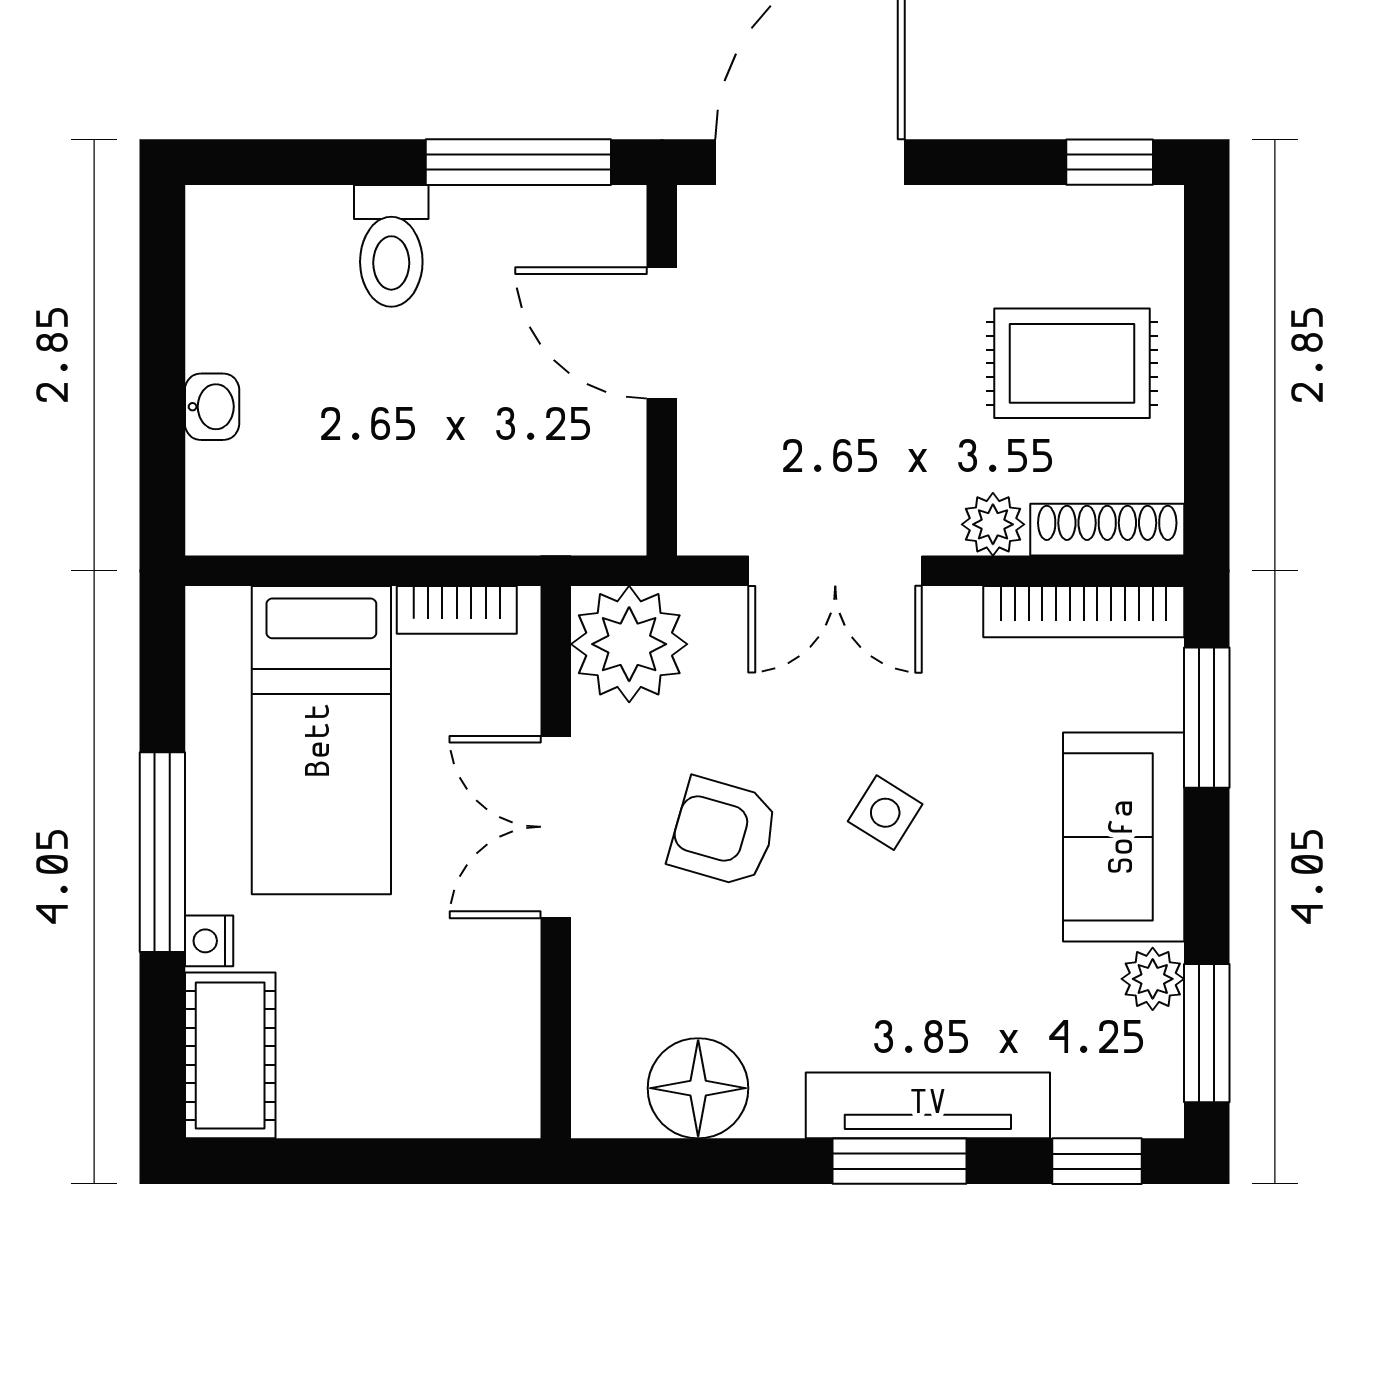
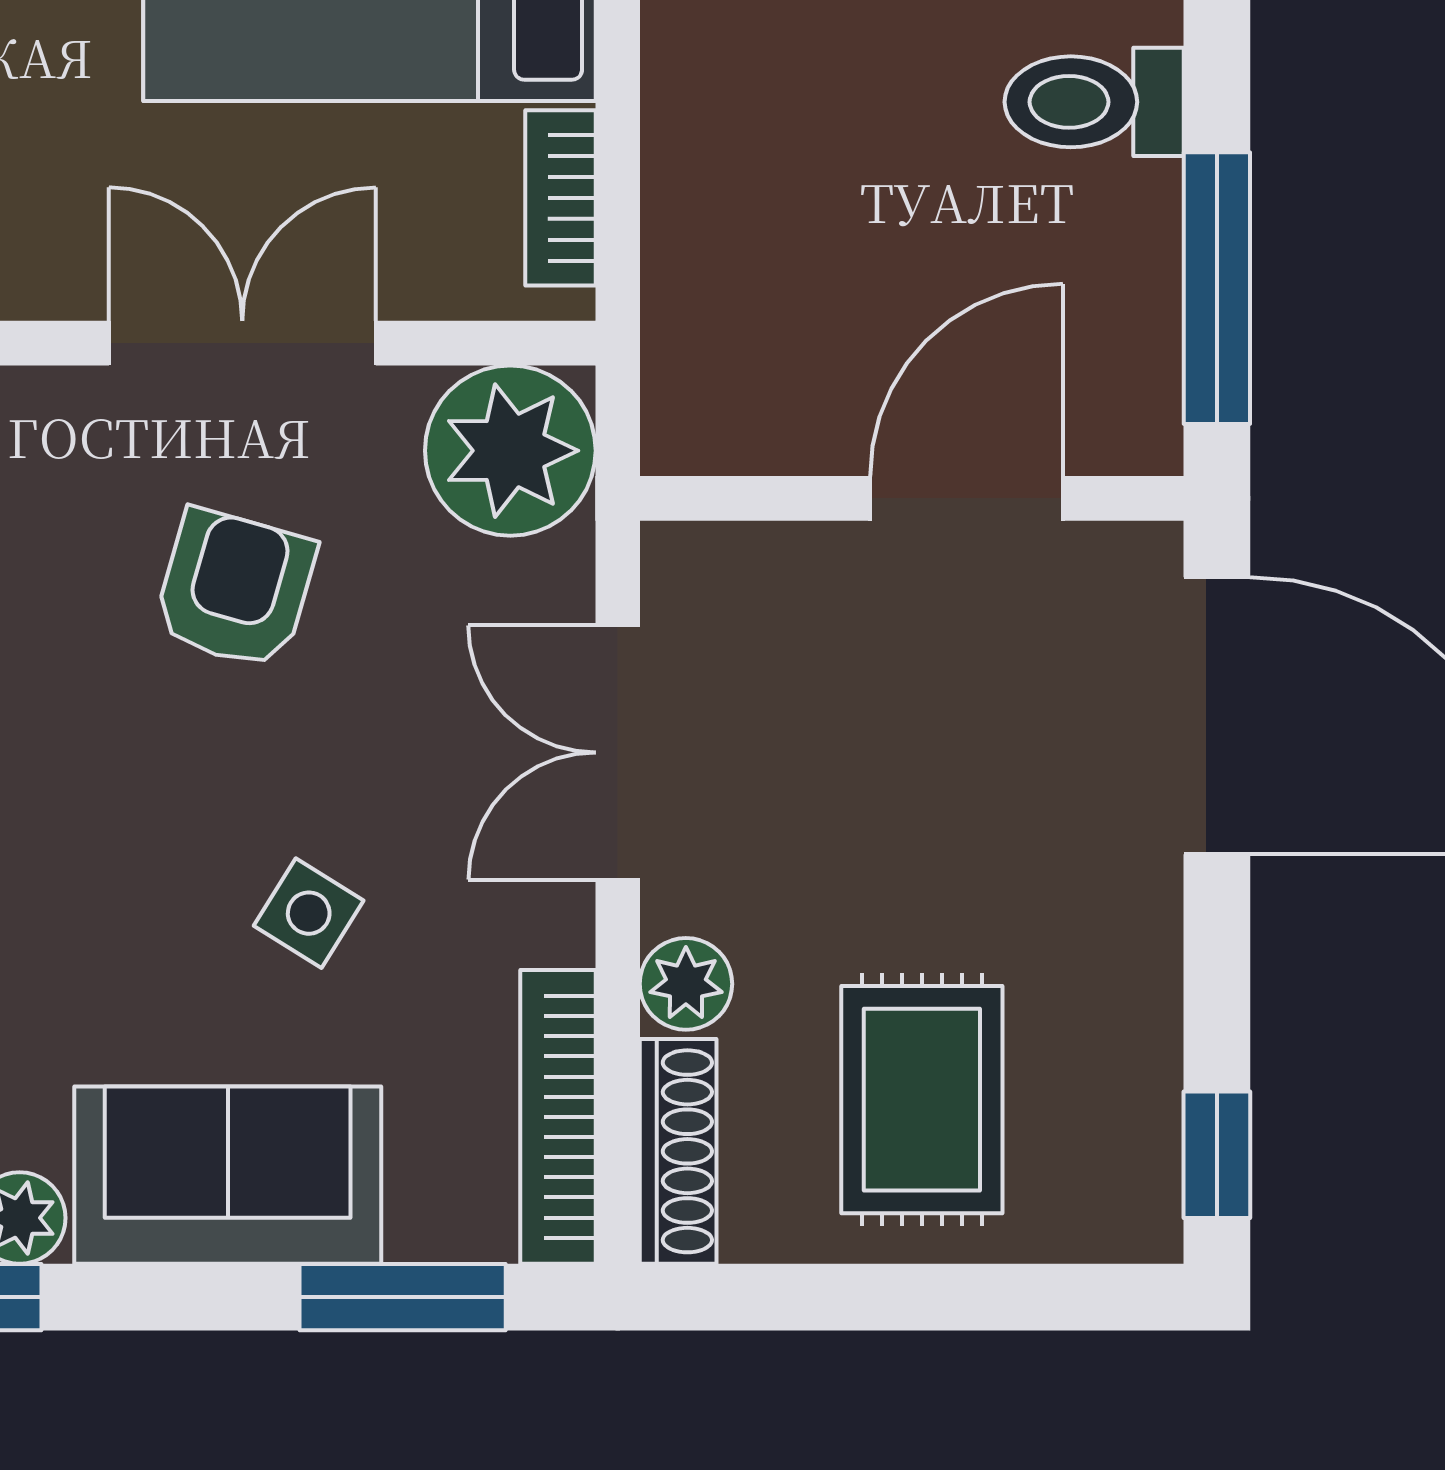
side table: (885, 813) -> (309, 913), moved

